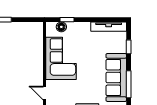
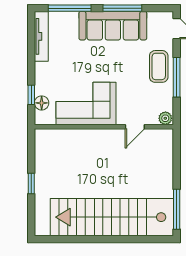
window: (129, 47) -> (70, 8), width x2.17

